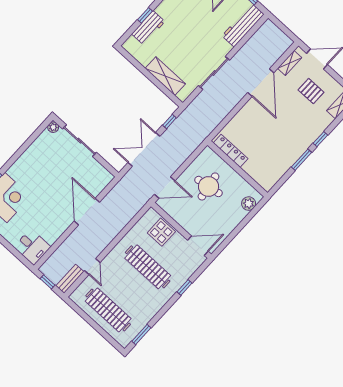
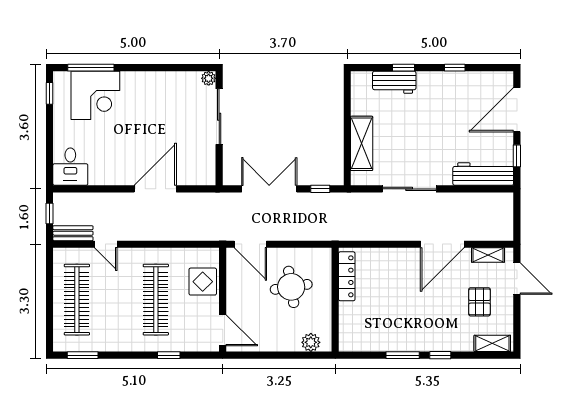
door: (92, 266) -> (106, 244), hinge flipped

